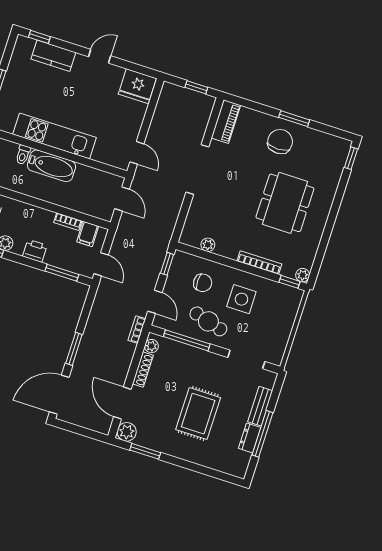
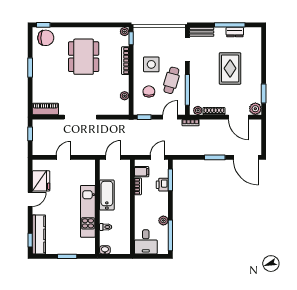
kitchen counter: (53, 56) -> (39, 234), width x1.50
door: (100, 56) -> (30, 199), swing flipped
fridge: (137, 86) -> (41, 181), moved
chair: (280, 142) -> (46, 38), moved, turned 180
door: (137, 153) -> (63, 157), moved
bathtub: (51, 166) -> (107, 195), moved
dining table: (285, 203) -> (84, 57), turned 90
printer: (35, 251) -> (162, 185), moved
door: (122, 403) -> (238, 117), hinge flipped
bench: (260, 406) -> (202, 32), moved
rug: (198, 414) -> (230, 68), turned 90

